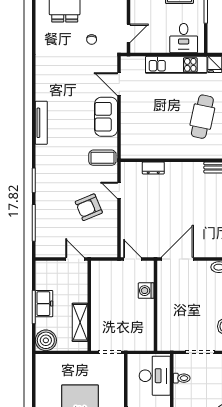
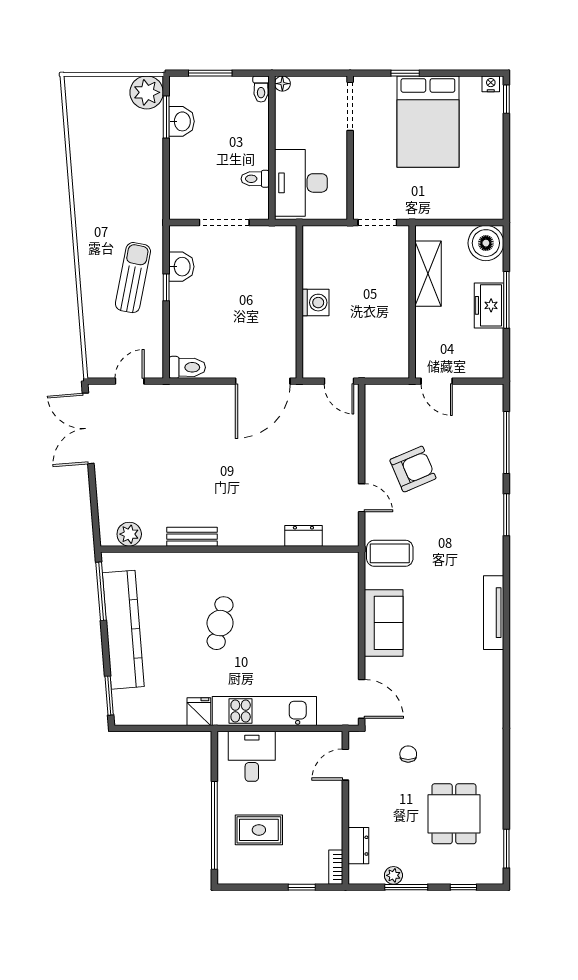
door: (119, 84) -> (362, 699), moved
cafe table: (202, 117) -> (220, 623), width x0.73, depth x0.74
washing machine: (146, 291) -> (316, 303), moved

